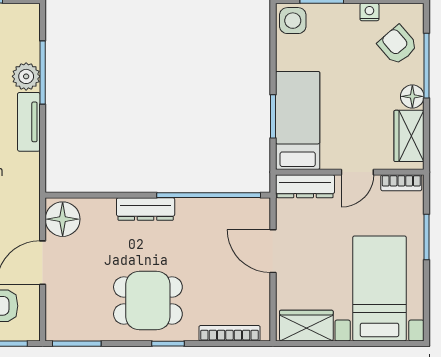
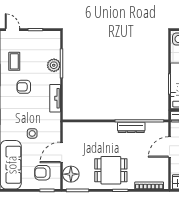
tv unit: (29, 122) -> (55, 98), moved
dresser: (146, 209) -> (131, 127), moved
floor lamp: (63, 219) -> (71, 174), moved
door: (273, 251) -> (169, 147), hinge flipped

